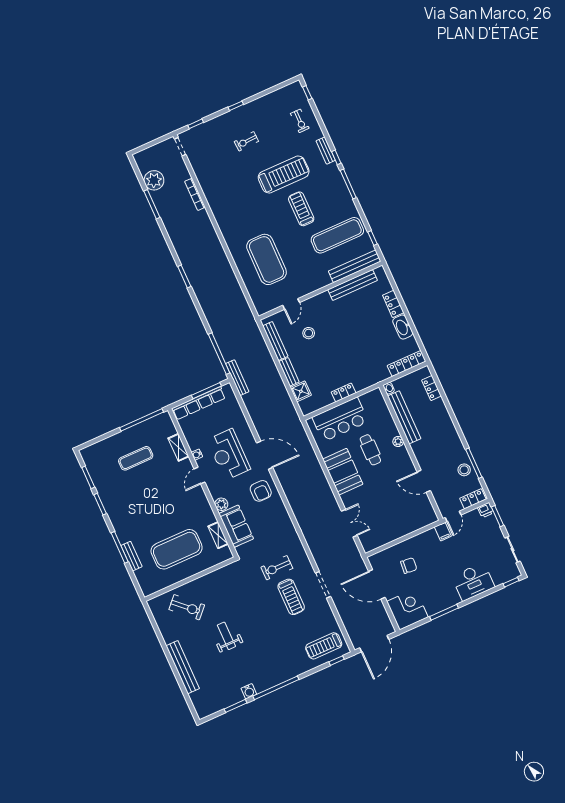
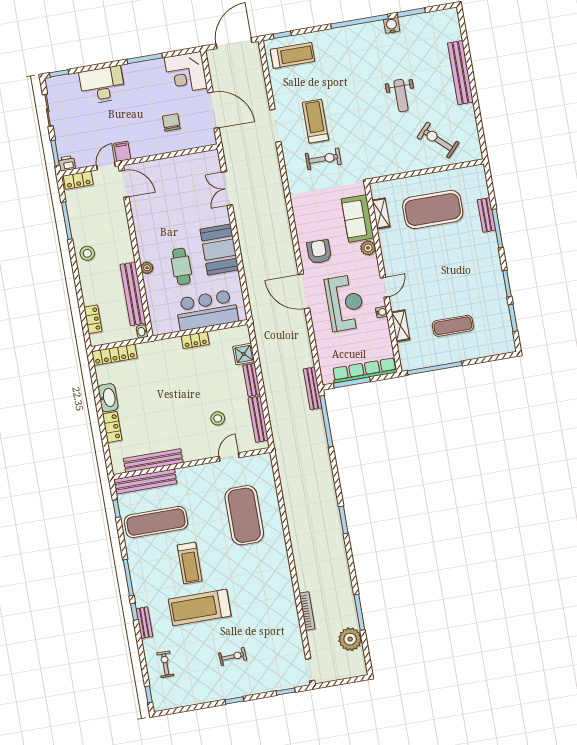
stool: (464, 470) -> (87, 253), moved
door: (424, 481) -> (124, 184), moved
chair: (409, 566) -> (171, 122), turned 84

